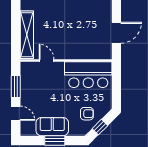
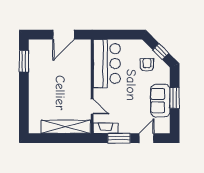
door: (116, 33) -> (64, 35), swing flipped
door: (47, 60) -> (92, 106), swing flipped
fireplace: (25, 74) -> (106, 128), added

